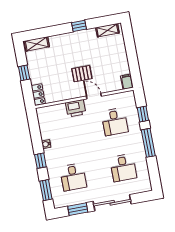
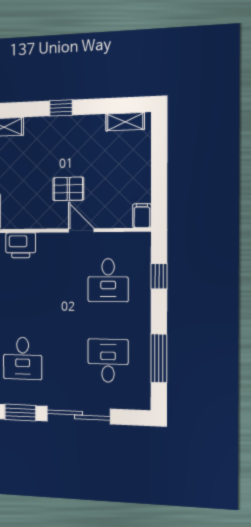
window: (79, 26) -> (61, 108), moved
printer: (76, 108) -> (21, 245), moved
window: (148, 143) -> (159, 358), moved
desk: (123, 168) -> (108, 361), turned 180

